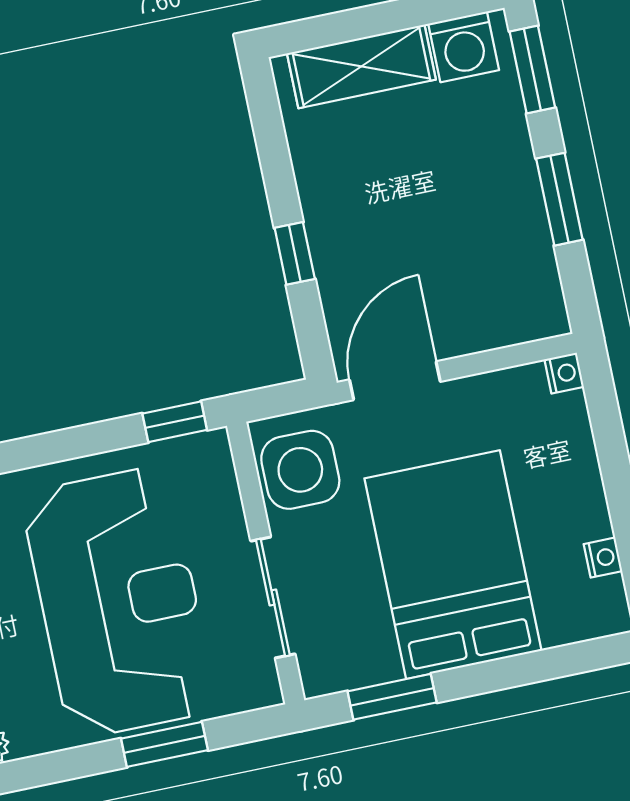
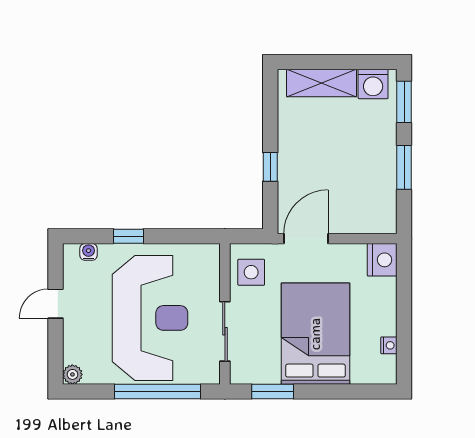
nightstand: (564, 373) -> (382, 260), width x1.89, depth x1.79
window: (175, 422) -> (128, 236), moved
side table: (300, 470) -> (251, 272), width x0.73, depth x0.73
window: (164, 744) -> (158, 391), width x2.11

